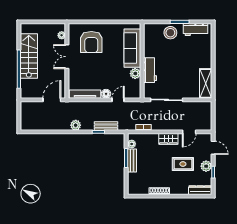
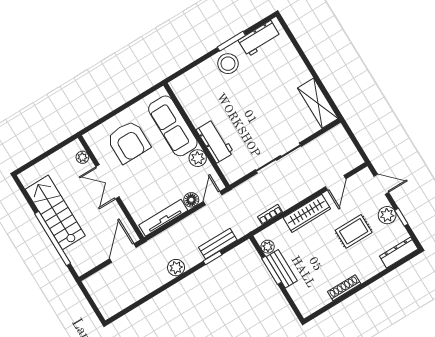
sofa: (132, 48) -> (173, 126), moved
wall: (142, 61) -> (197, 135), moved
workbench: (150, 70) -> (215, 141), moved
plant: (135, 74) -> (198, 158), moved
wardrobe: (168, 139) -> (307, 213), width x1.50

